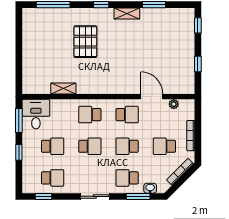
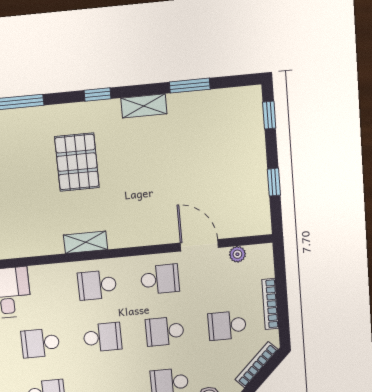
shelving: (63, 89) -> (86, 242), moved
school desk: (53, 146) -> (40, 343), turned 180

